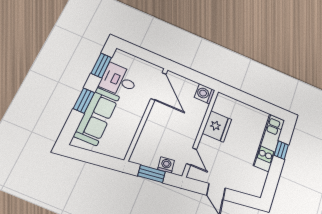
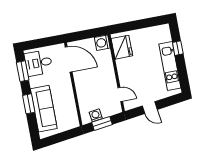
desk: (119, 80) -> (39, 63), moved
fridge: (217, 126) -> (122, 47), moved
kitchen unit: (269, 143) -> (170, 66), moved
washing machine: (166, 165) -> (96, 115), moved

